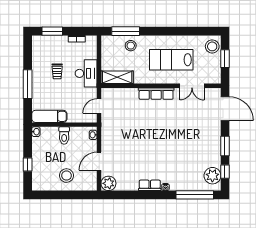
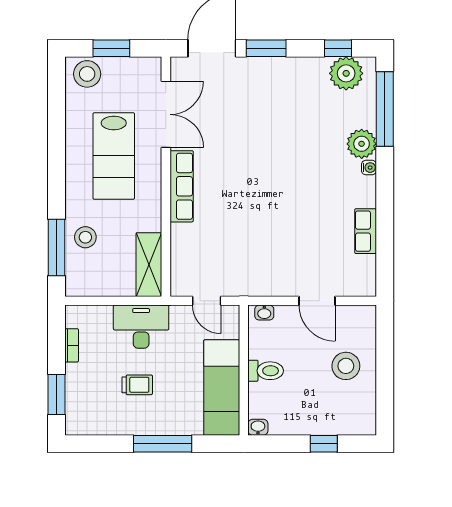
double door: (192, 86) -> (166, 114), width x1.37
exam couch: (49, 116) -> (222, 388), width x1.36, depth x1.45
window: (225, 146) -> (266, 48), moved
plant: (108, 183) -> (362, 144), moved
row of seats: (150, 185) -> (366, 231), moved

